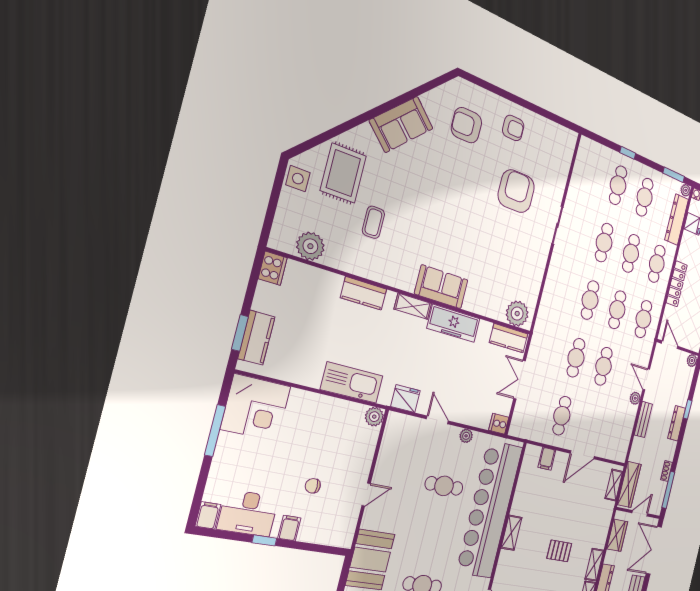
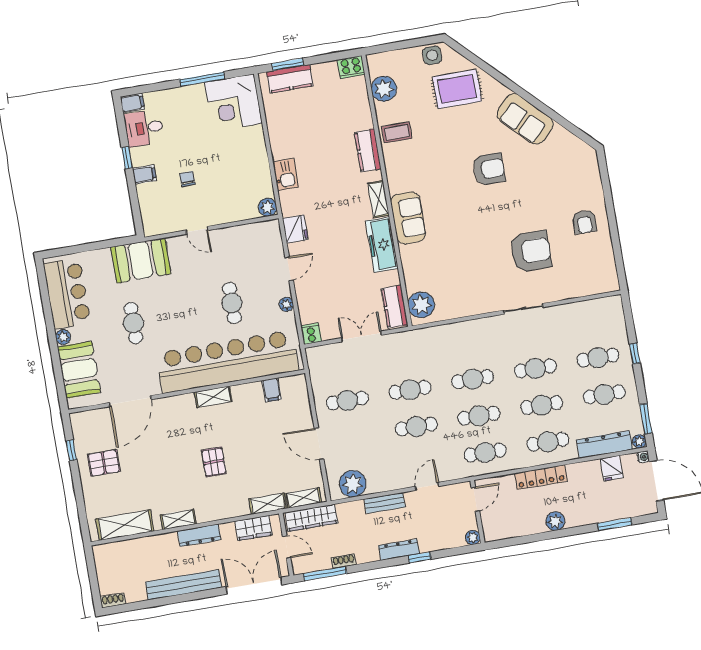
armchair: (466, 125) -> (489, 169), moved, turned 90
coffee table: (373, 222) -> (397, 132), moved
kitchen sink: (352, 383) -> (286, 174), width x0.53, depth x0.81
plant: (635, 398) -> (353, 484), moved, width x1.87, depth x1.87
filing cabinet: (547, 459) -> (272, 390), moved, turned -90
desk: (248, 513) -> (144, 128), width x0.73
shelving: (594, 565) -> (268, 504), moved

